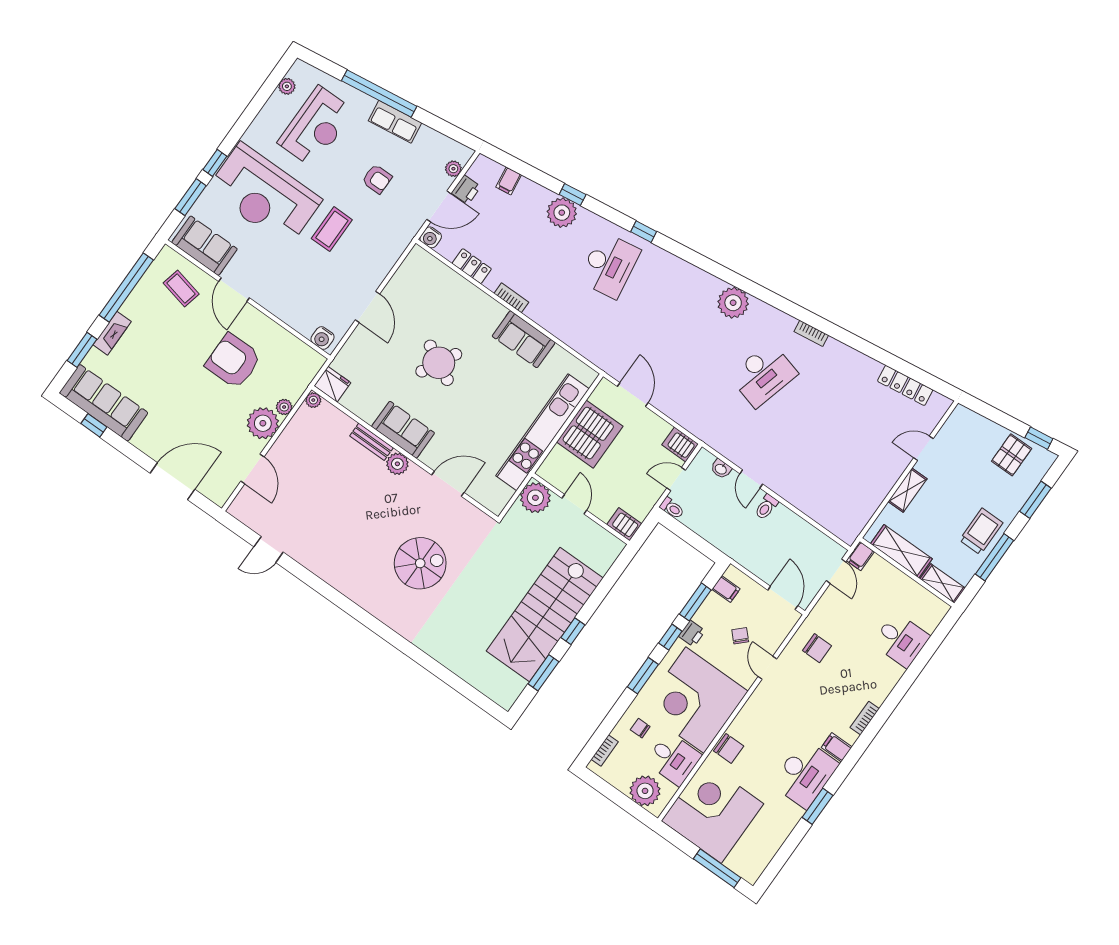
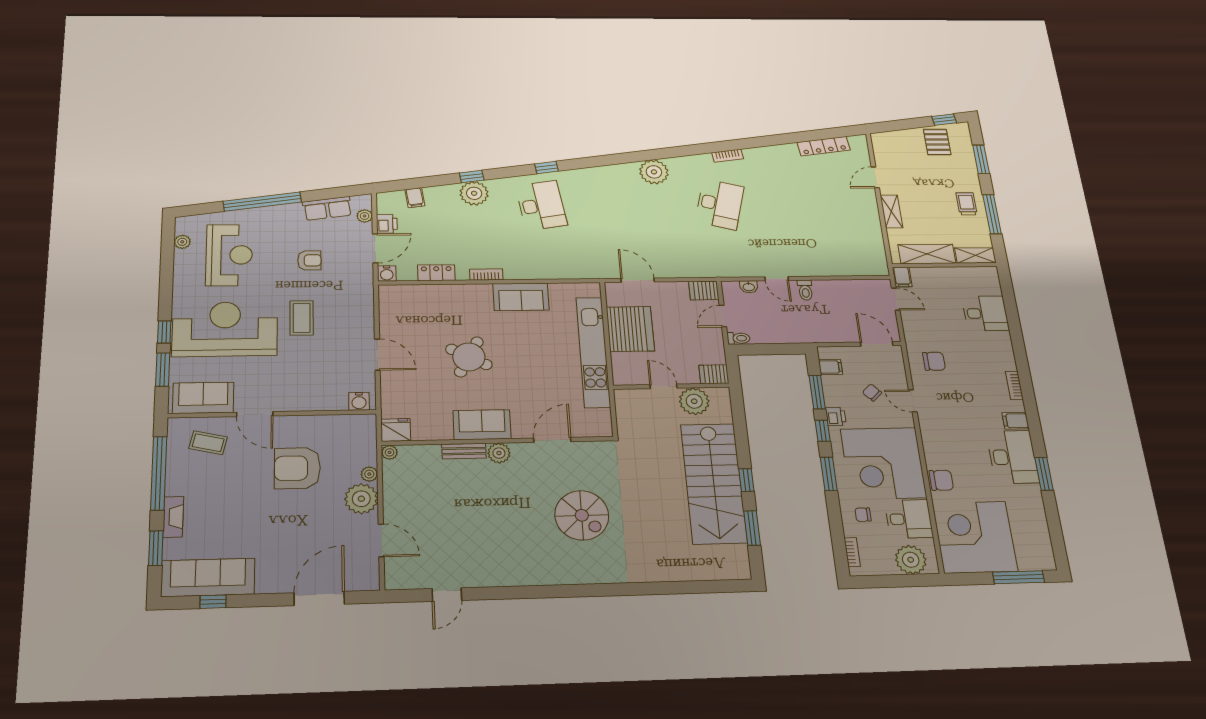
row of seats: (395, 122) -> (327, 208), moved
reception desk: (264, 195) -> (225, 329), turned 180
plant: (535, 498) -> (694, 401), moved
trolley: (981, 531) -> (966, 204), width x0.73, depth x0.72
spiral stairs: (420, 563) -> (582, 515), turned 90

